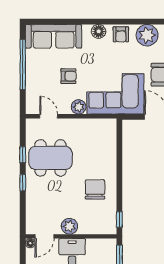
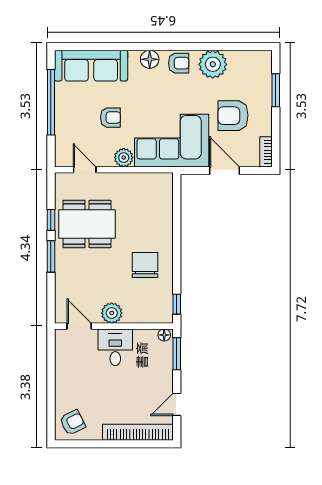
armchair: (121, 34) -> (179, 63), turned -90
window: (23, 183) -> (51, 256), width x1.50
door: (44, 236) -> (79, 326), swing flipped
floor lamp: (30, 243) -> (164, 335), moved

